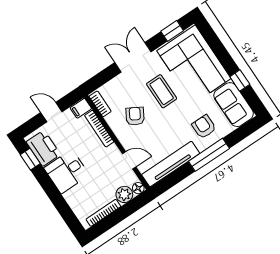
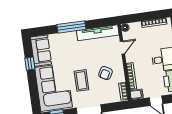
armchair: (204, 127) -> (66, 46), removed
door: (129, 160) -> (122, 48), swing flipped
plant: (124, 194) -> (136, 28), removed

